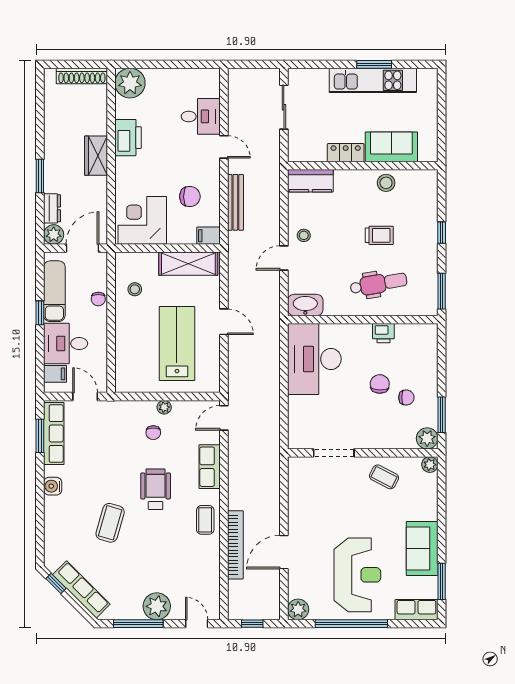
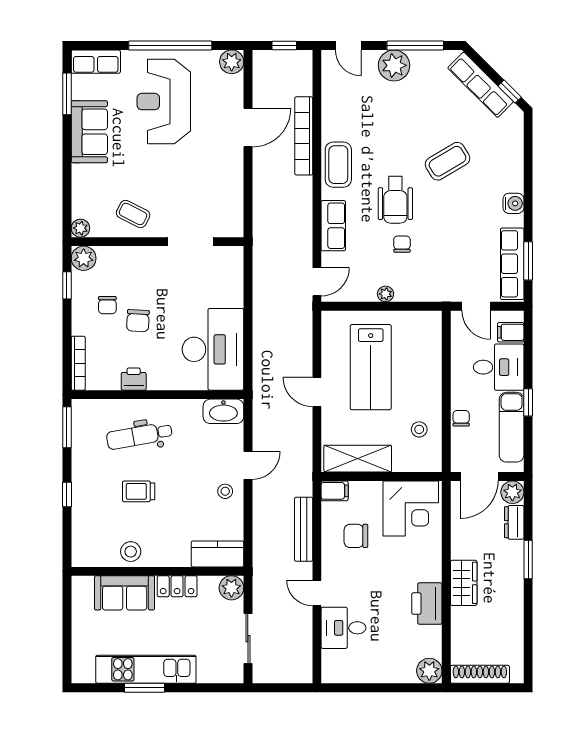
plant: (130, 83) -> (429, 671), width x0.73, depth x0.73
plant: (298, 151) -> (231, 588), added
bookcase: (432, 347) -> (78, 363), added
chair: (406, 397) -> (107, 305), turned -90
window: (442, 415) -> (67, 285), width x0.67
chair: (153, 433) -> (402, 244), moved
coffee table: (205, 520) -> (338, 165), width x1.36, depth x1.30
coffee table: (110, 523) -> (448, 161), turned 43

